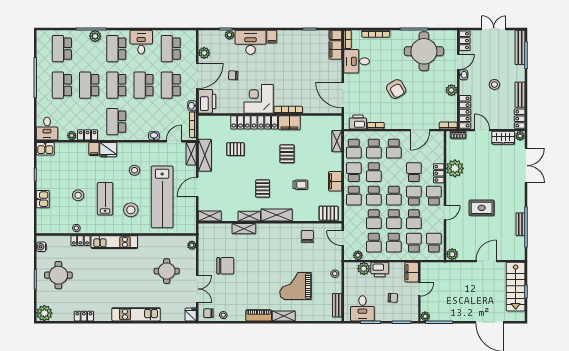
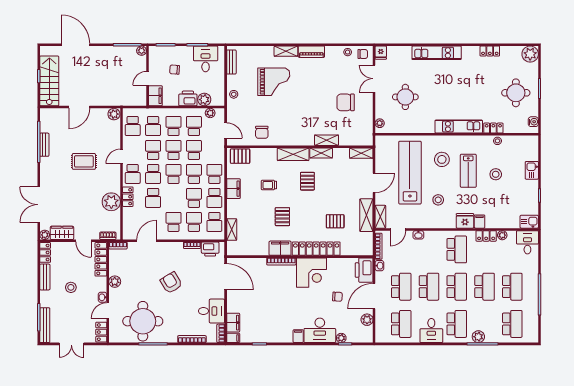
school desk: (354, 149) -> (214, 222), turned 180

